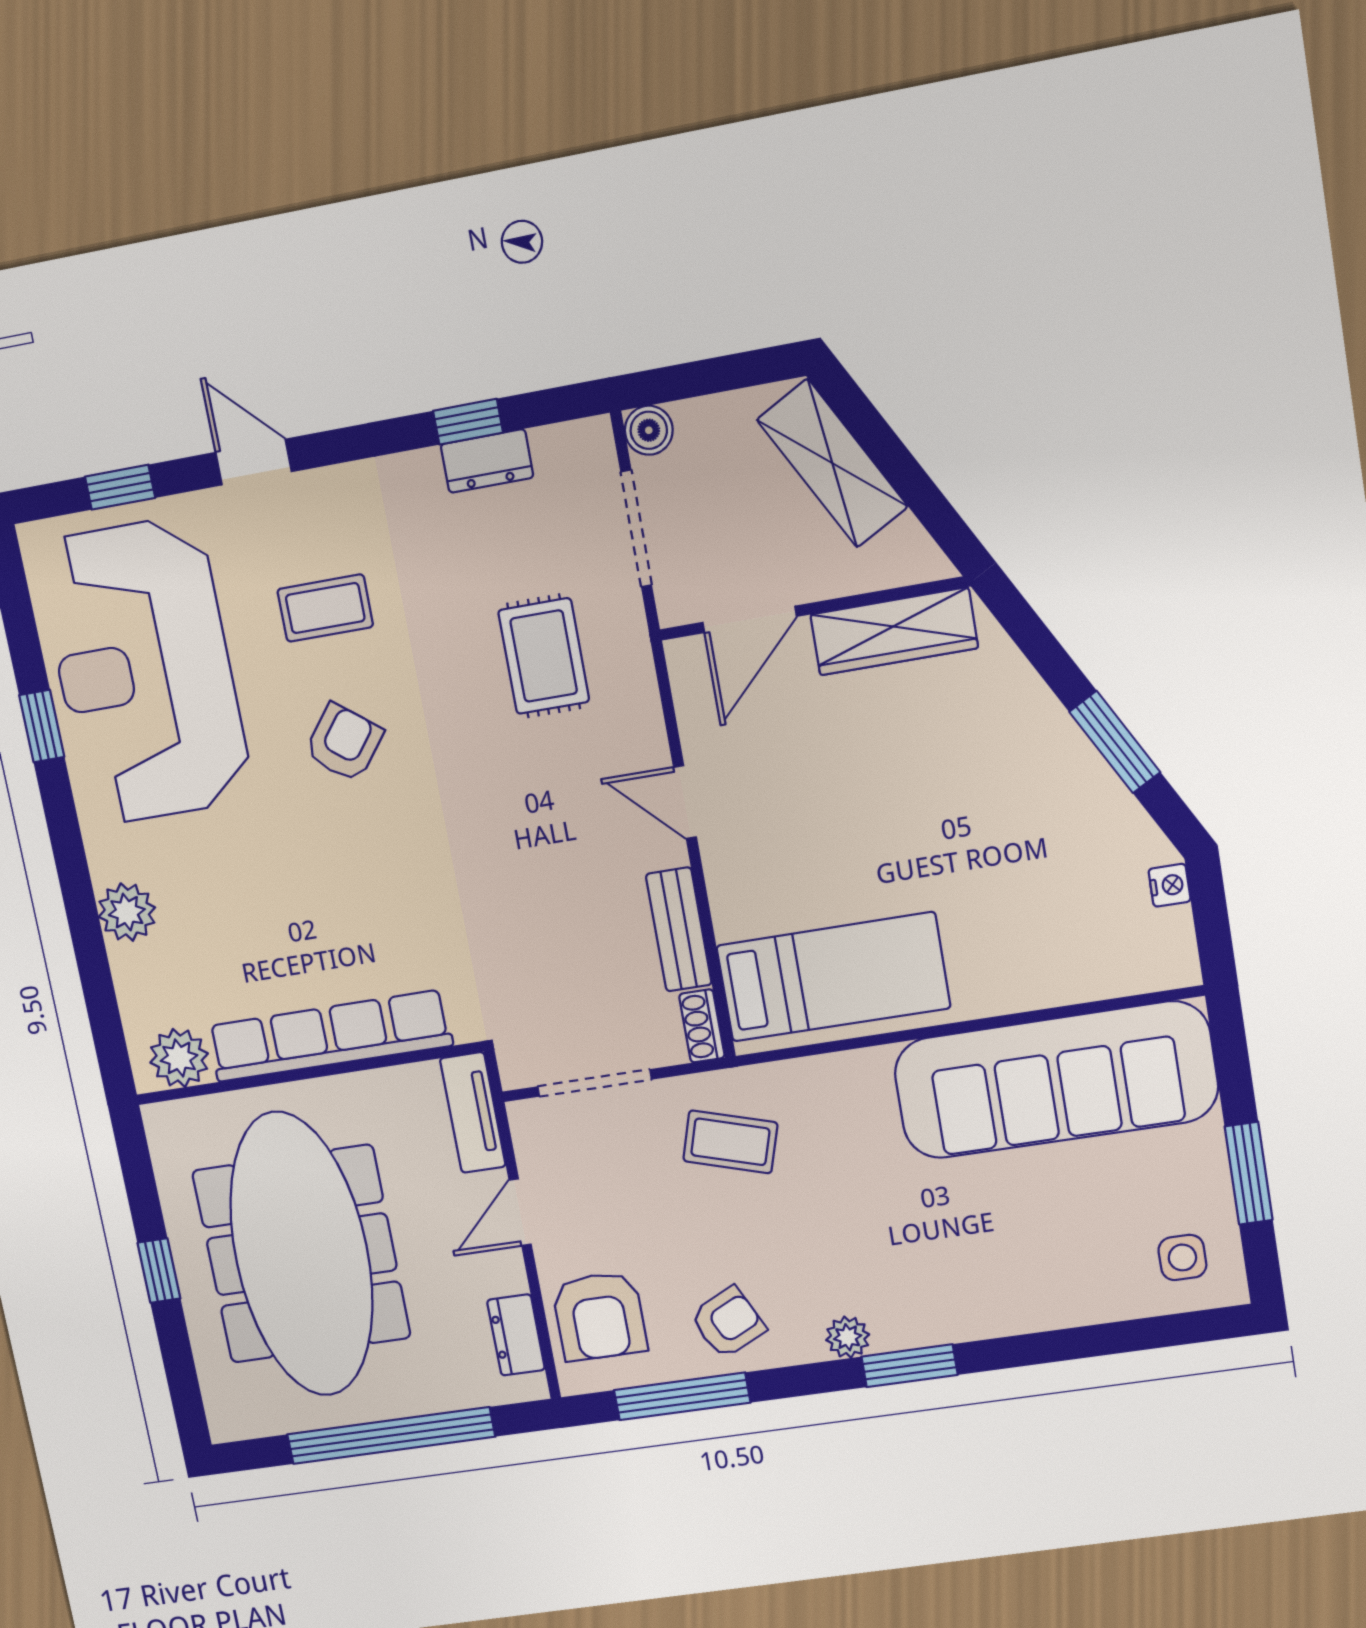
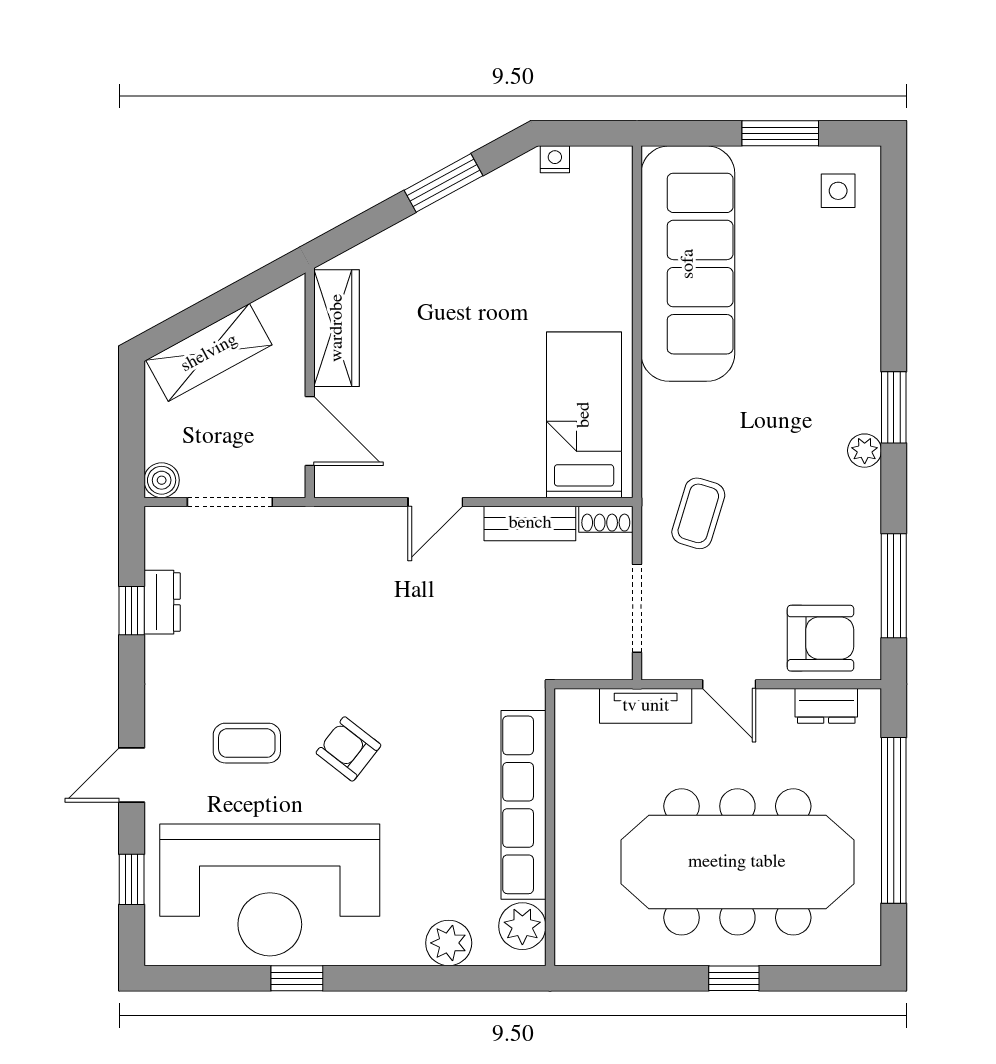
coffee table: (325, 608) -> (247, 743), turned 90
rug: (544, 656) -> (310, 587), removed
row of seats: (330, 1036) -> (523, 805), moved
plant: (179, 1058) -> (522, 926), moved
wall: (309, 1073) -> (550, 827), moved
armchair: (728, 1322) -> (840, 540), removed

